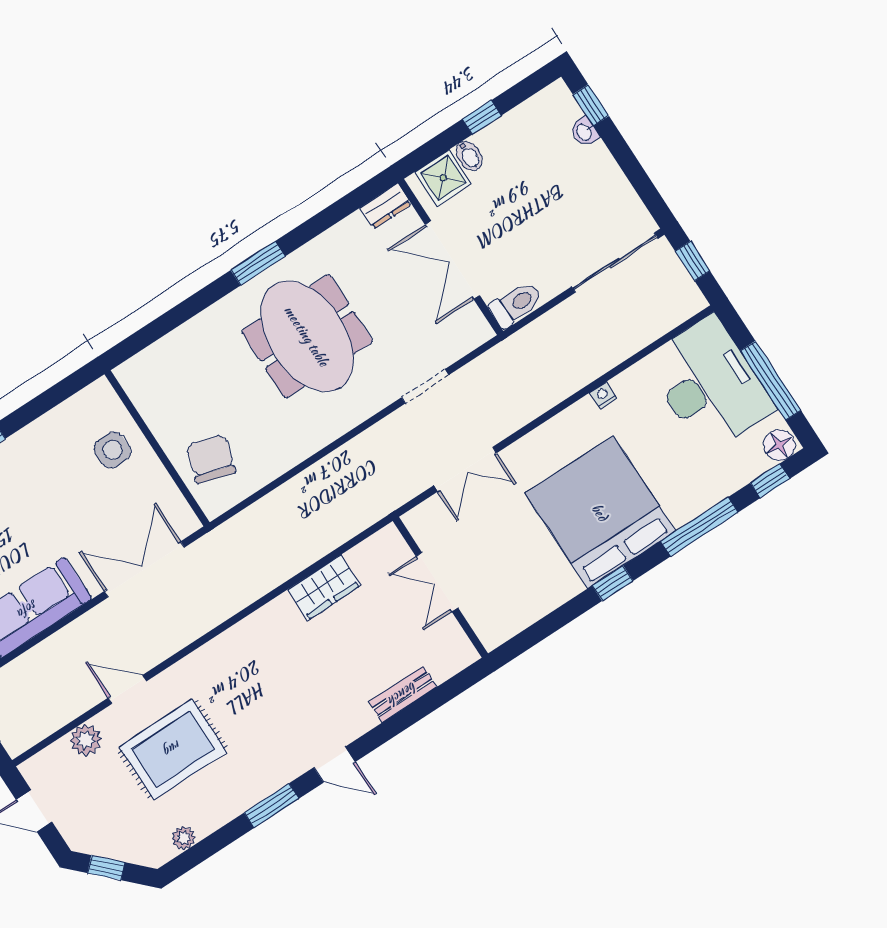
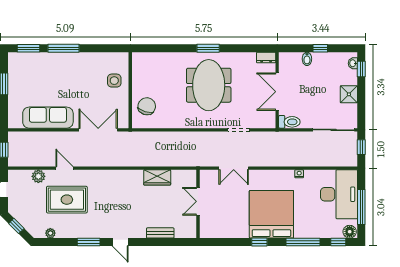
washbasin: (584, 132) -> (353, 63), moved
shower: (443, 178) -> (349, 94), moved

